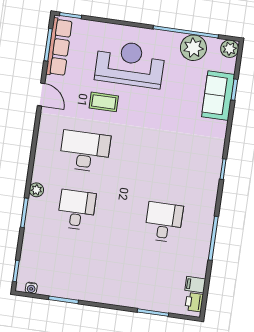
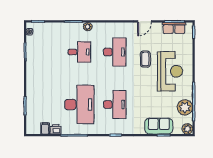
row of seats: (59, 47) -> (174, 28), width x0.68
desk: (172, 164) -> (115, 105), added
desk: (164, 222) -> (79, 105), width x1.87, depth x1.30
printer: (194, 302) -> (56, 129), moved

